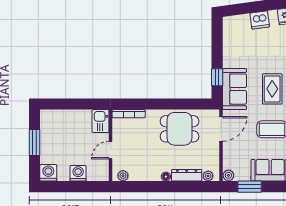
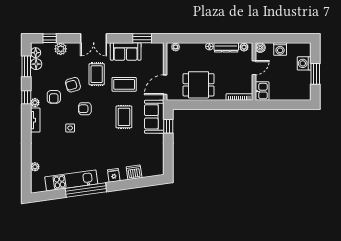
washing machine: (48, 173) -> (304, 63), moved, turned 90
boiler: (103, 175) -> (260, 48), added
dresser: (187, 175) -> (226, 47), moved
plant: (228, 175) -> (159, 47), removed

